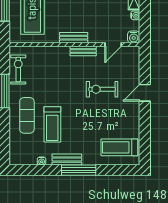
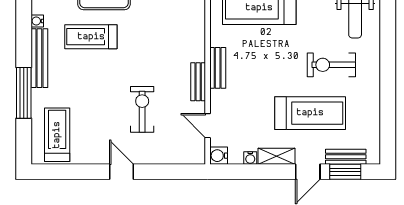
door: (145, 93) -> (122, 172), moved
bench: (67, 160) -> (39, 58), width x1.36
window: (79, 170) -> (24, 93), moved

